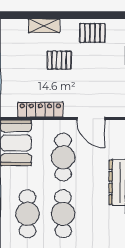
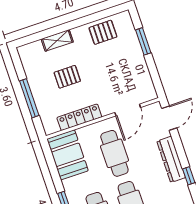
pallet: (59, 60) -> (67, 77), moved
door: (91, 119) -> (128, 110), hinge flipped

